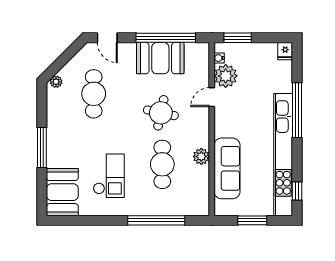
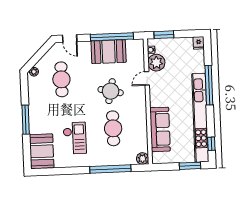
plant: (201, 156) -> (143, 159), moved
window: (252, 220) -> (190, 166), moved

